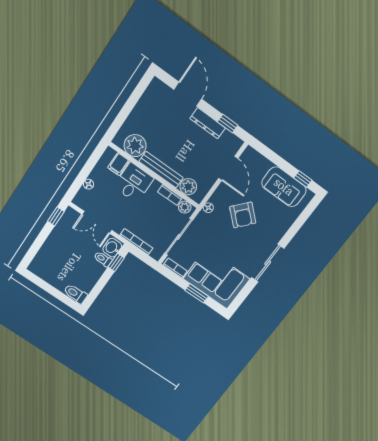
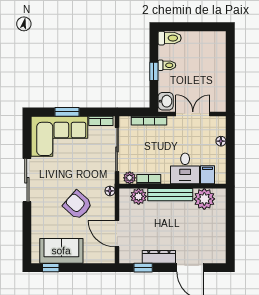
window: (56, 216) -> (230, 95), removed
toilet: (103, 259) -> (167, 65), moved
window: (116, 262) -> (154, 71), moved

